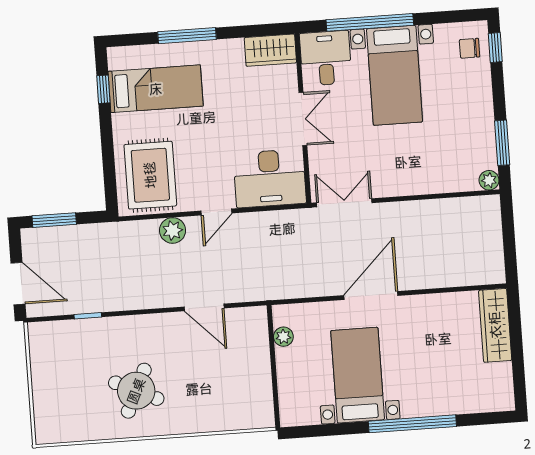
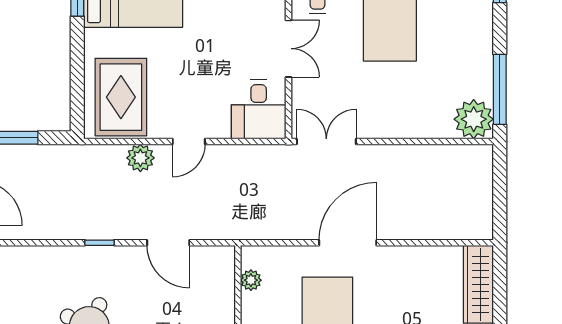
window: (502, 143) -> (500, 89), width x1.44
desk: (270, 178) -> (259, 109), width x0.73
plant: (489, 180) -> (474, 119), width x1.88, depth x1.88
window: (88, 316) -> (100, 243), moved

